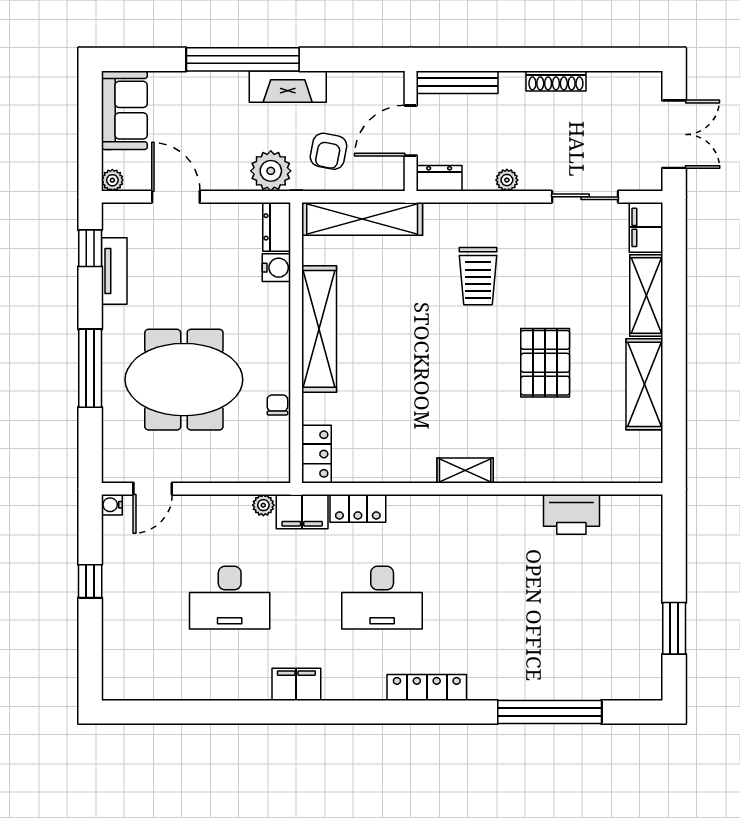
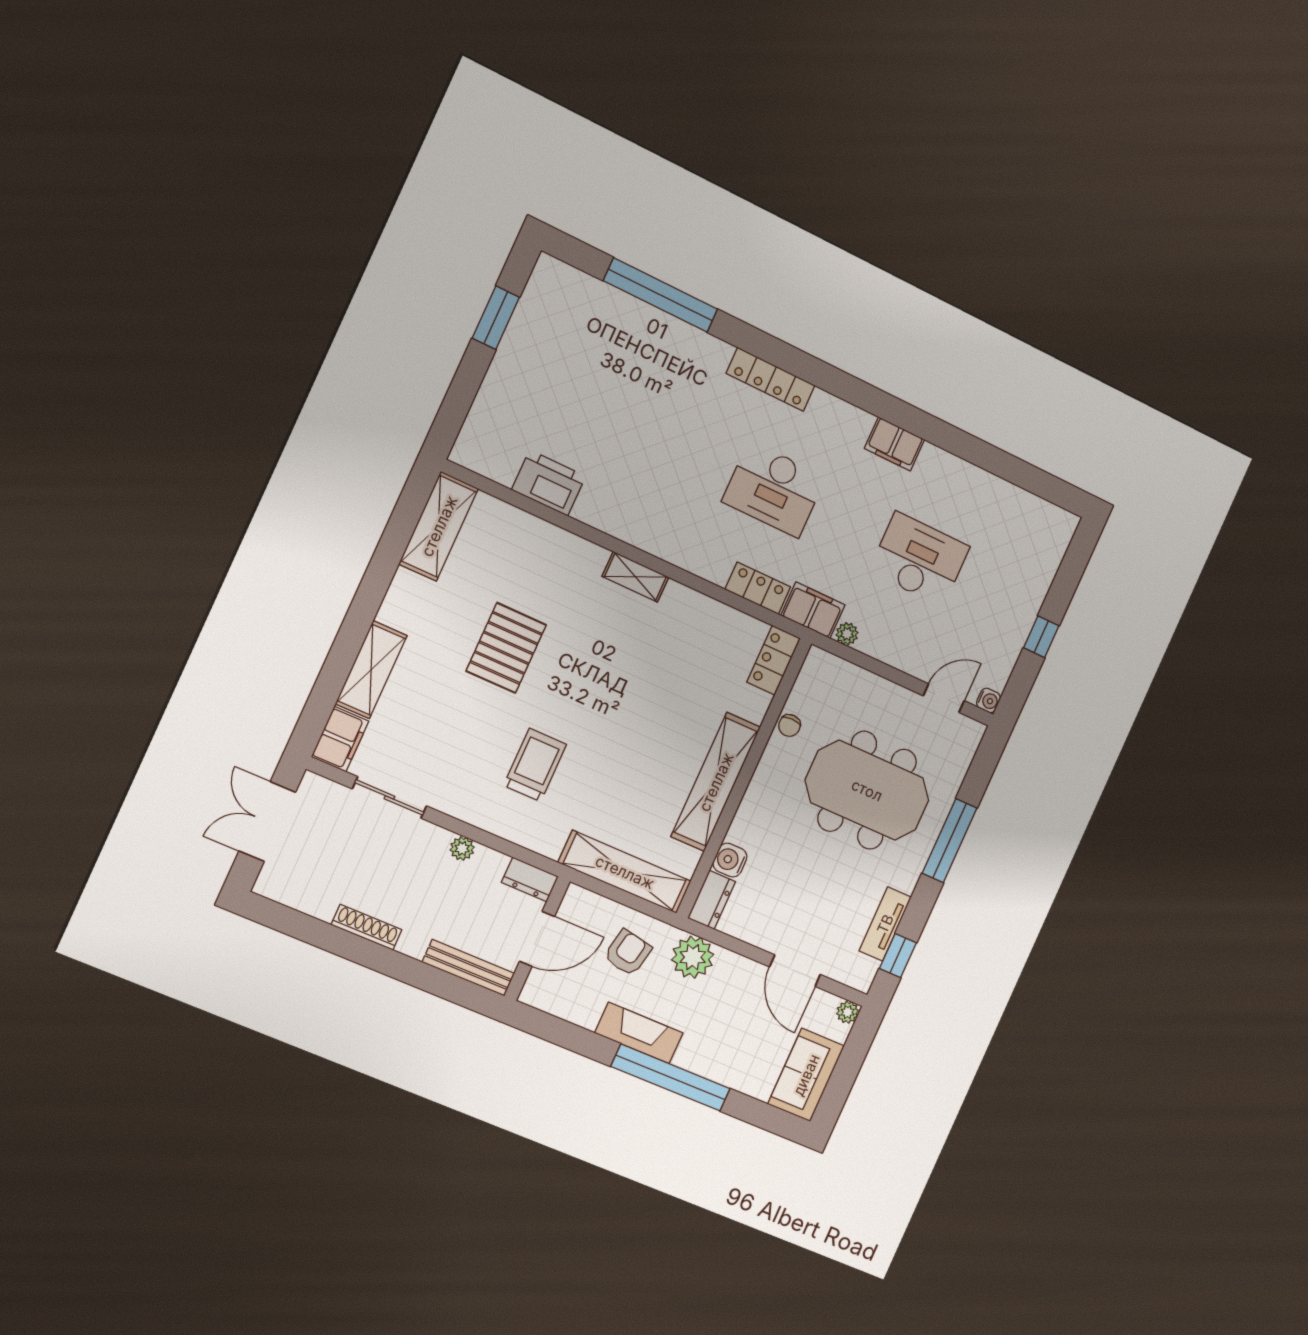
shelving: (644, 384) -> (439, 526), moved
desk: (382, 598) -> (774, 489), turned 180

